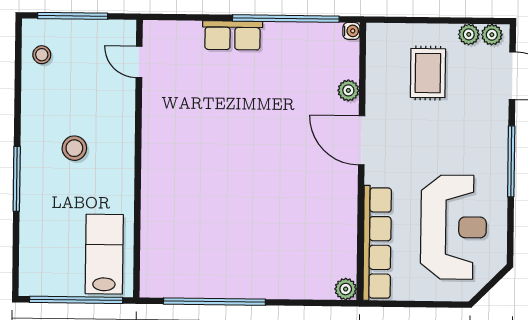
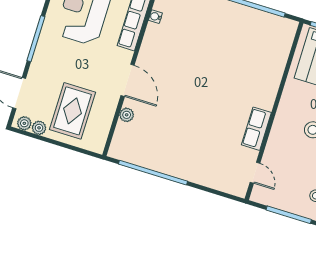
water cooler: (351, 31) -> (155, 17), moved
row of seats: (232, 35) -> (256, 129), moved, turned -90
rug: (428, 73) -> (72, 111), width x1.36, depth x1.43

